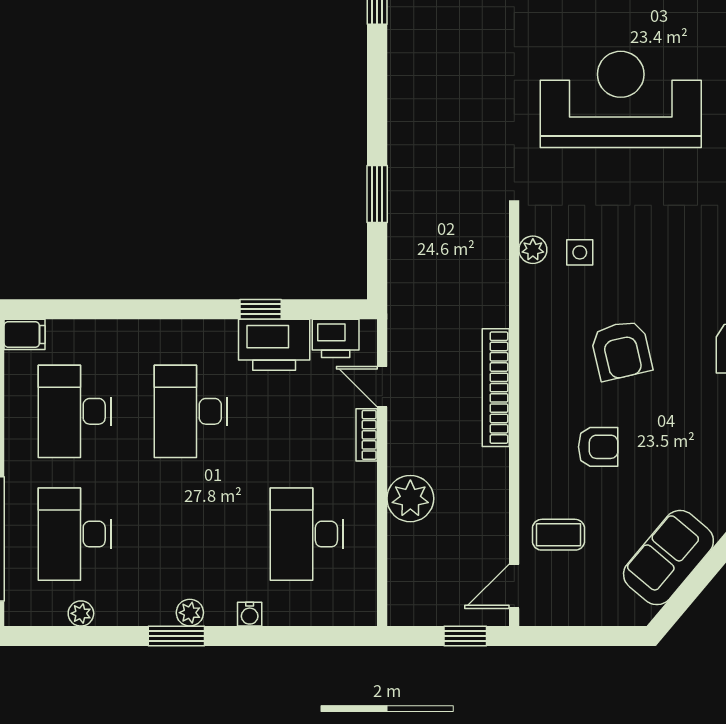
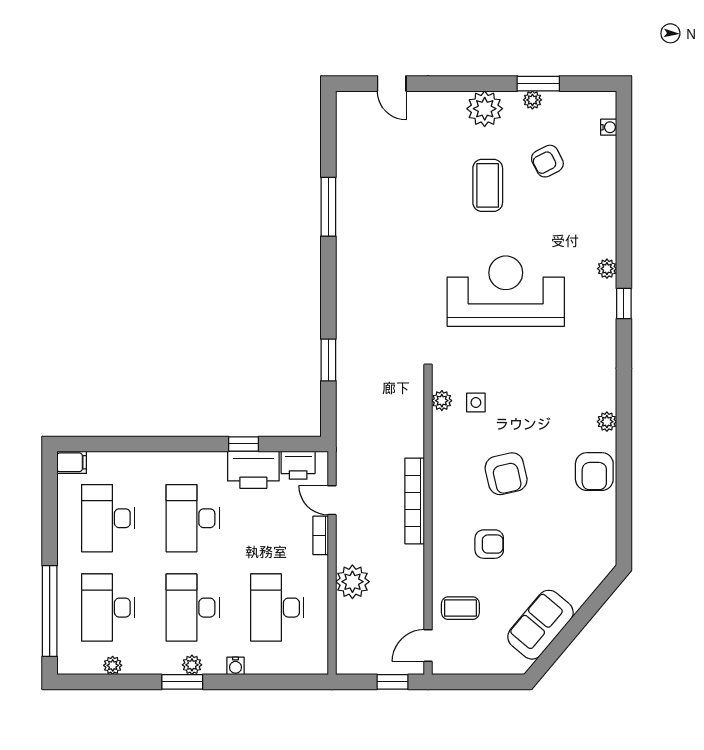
desk: (191, 534) -> (193, 608), added

